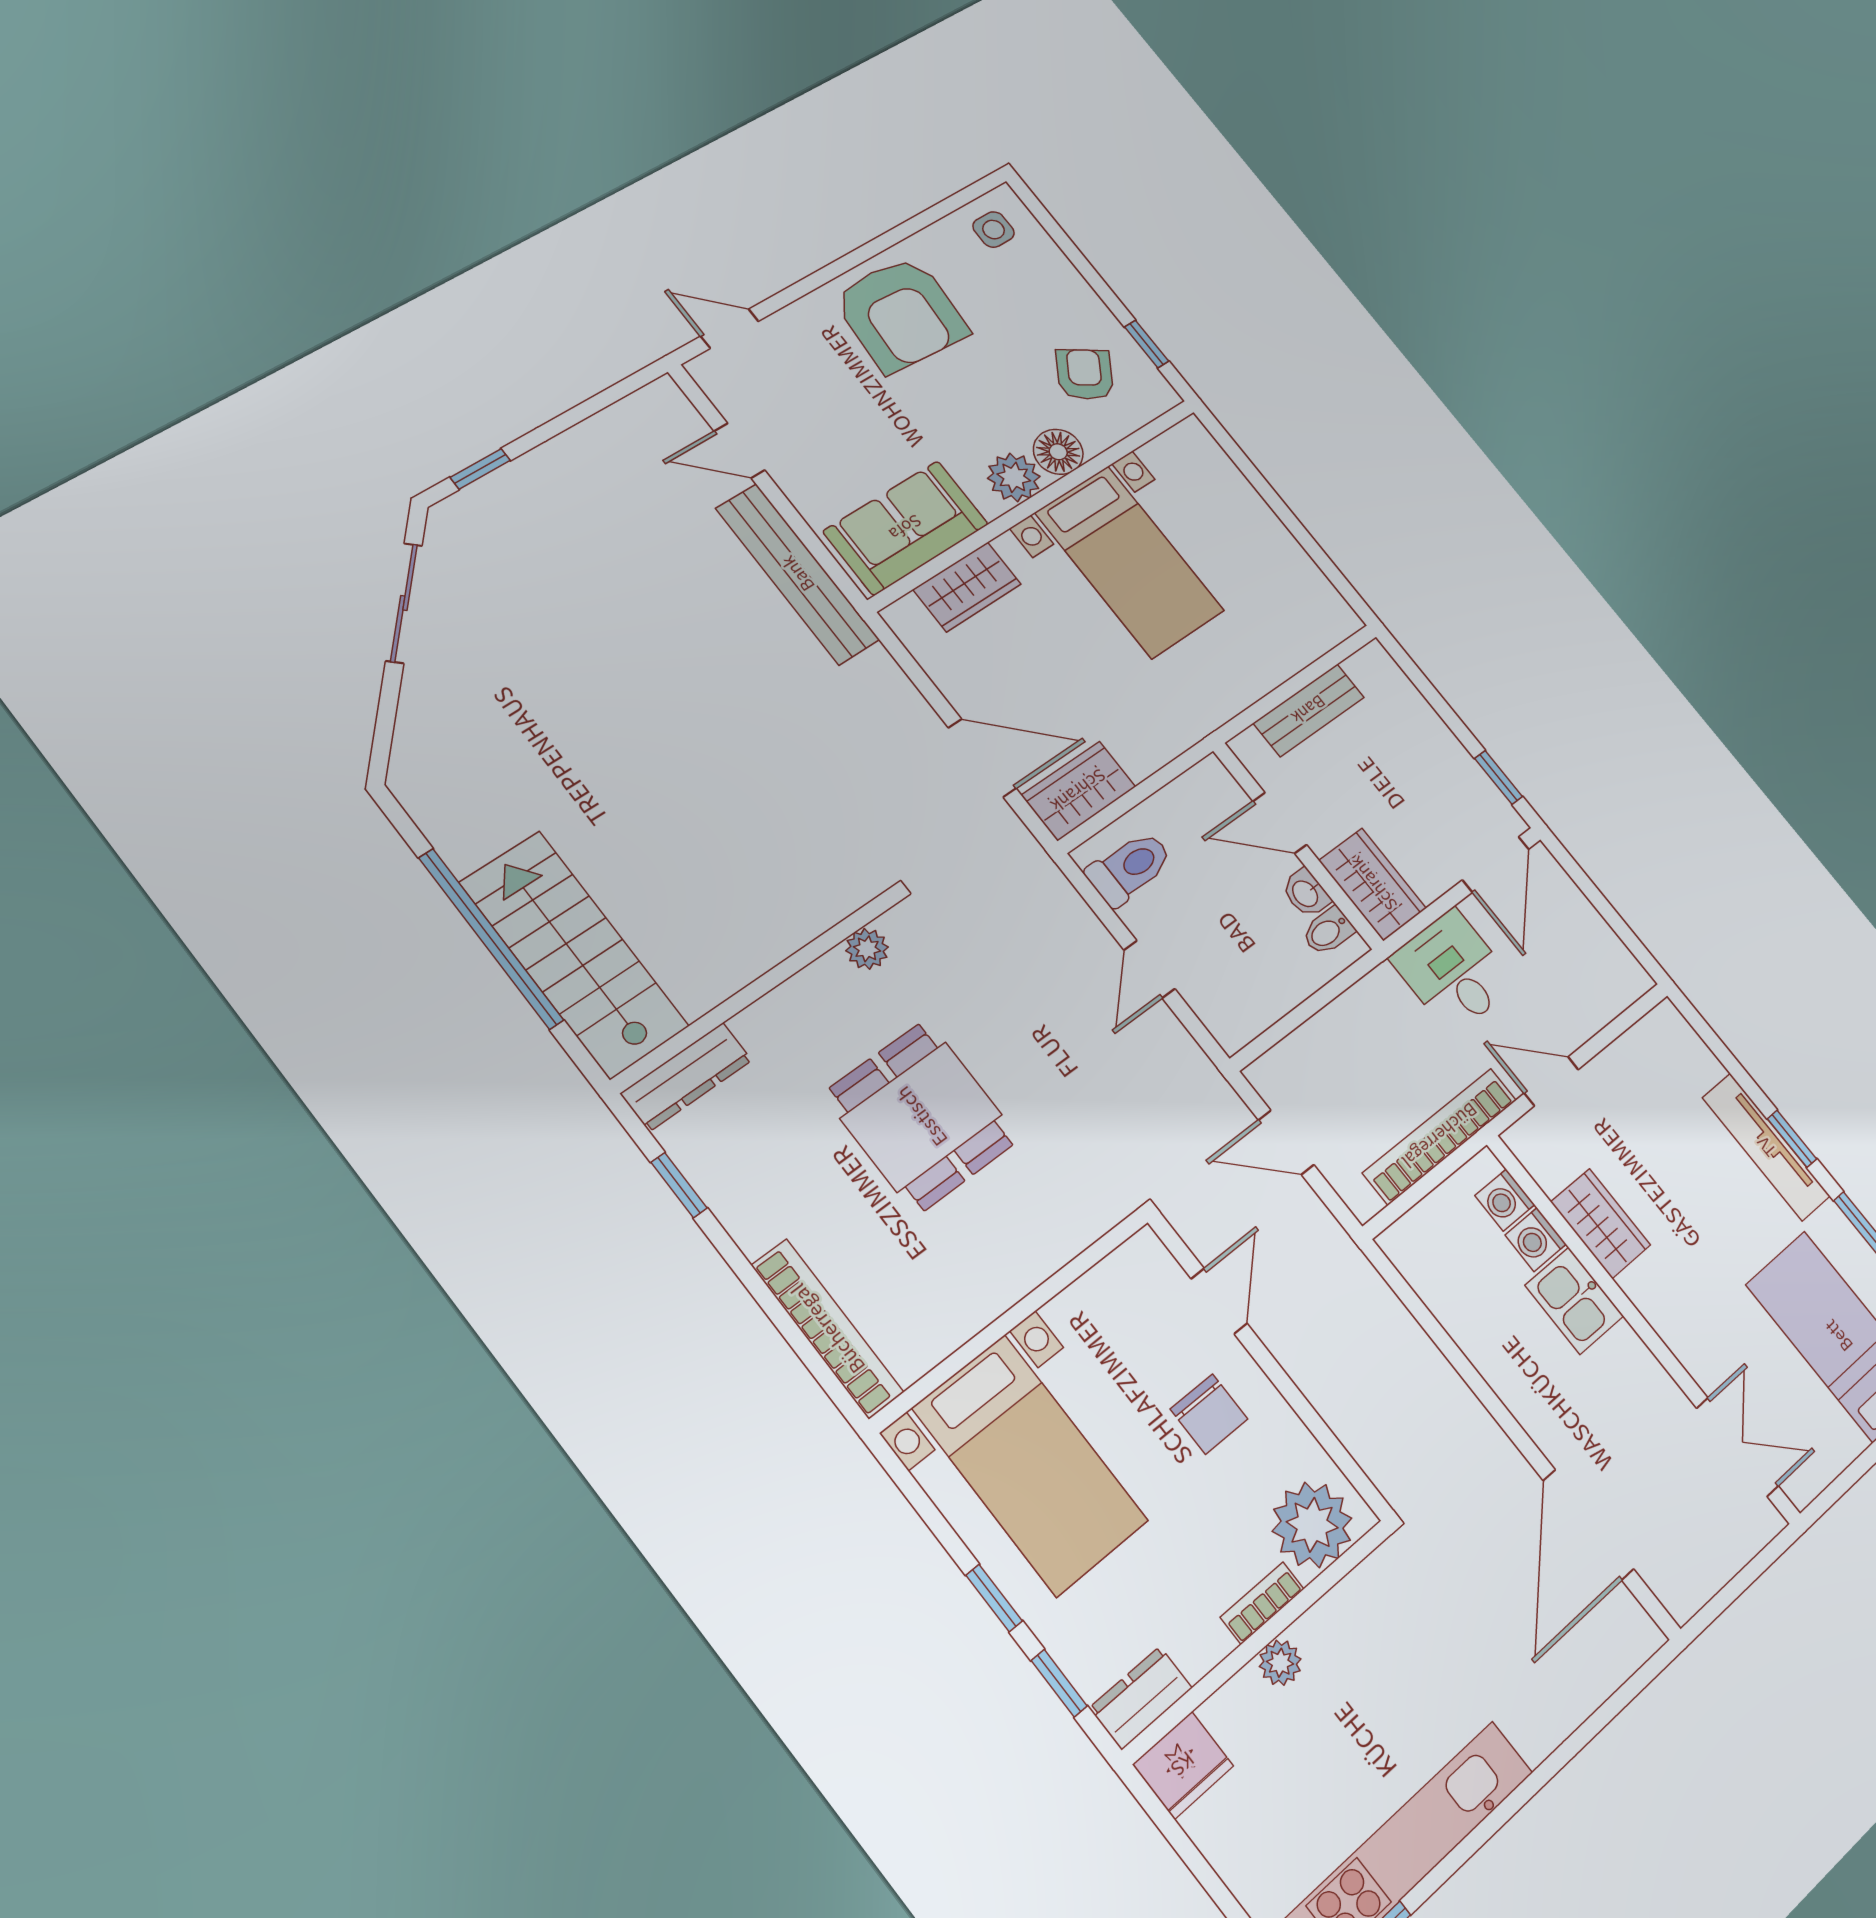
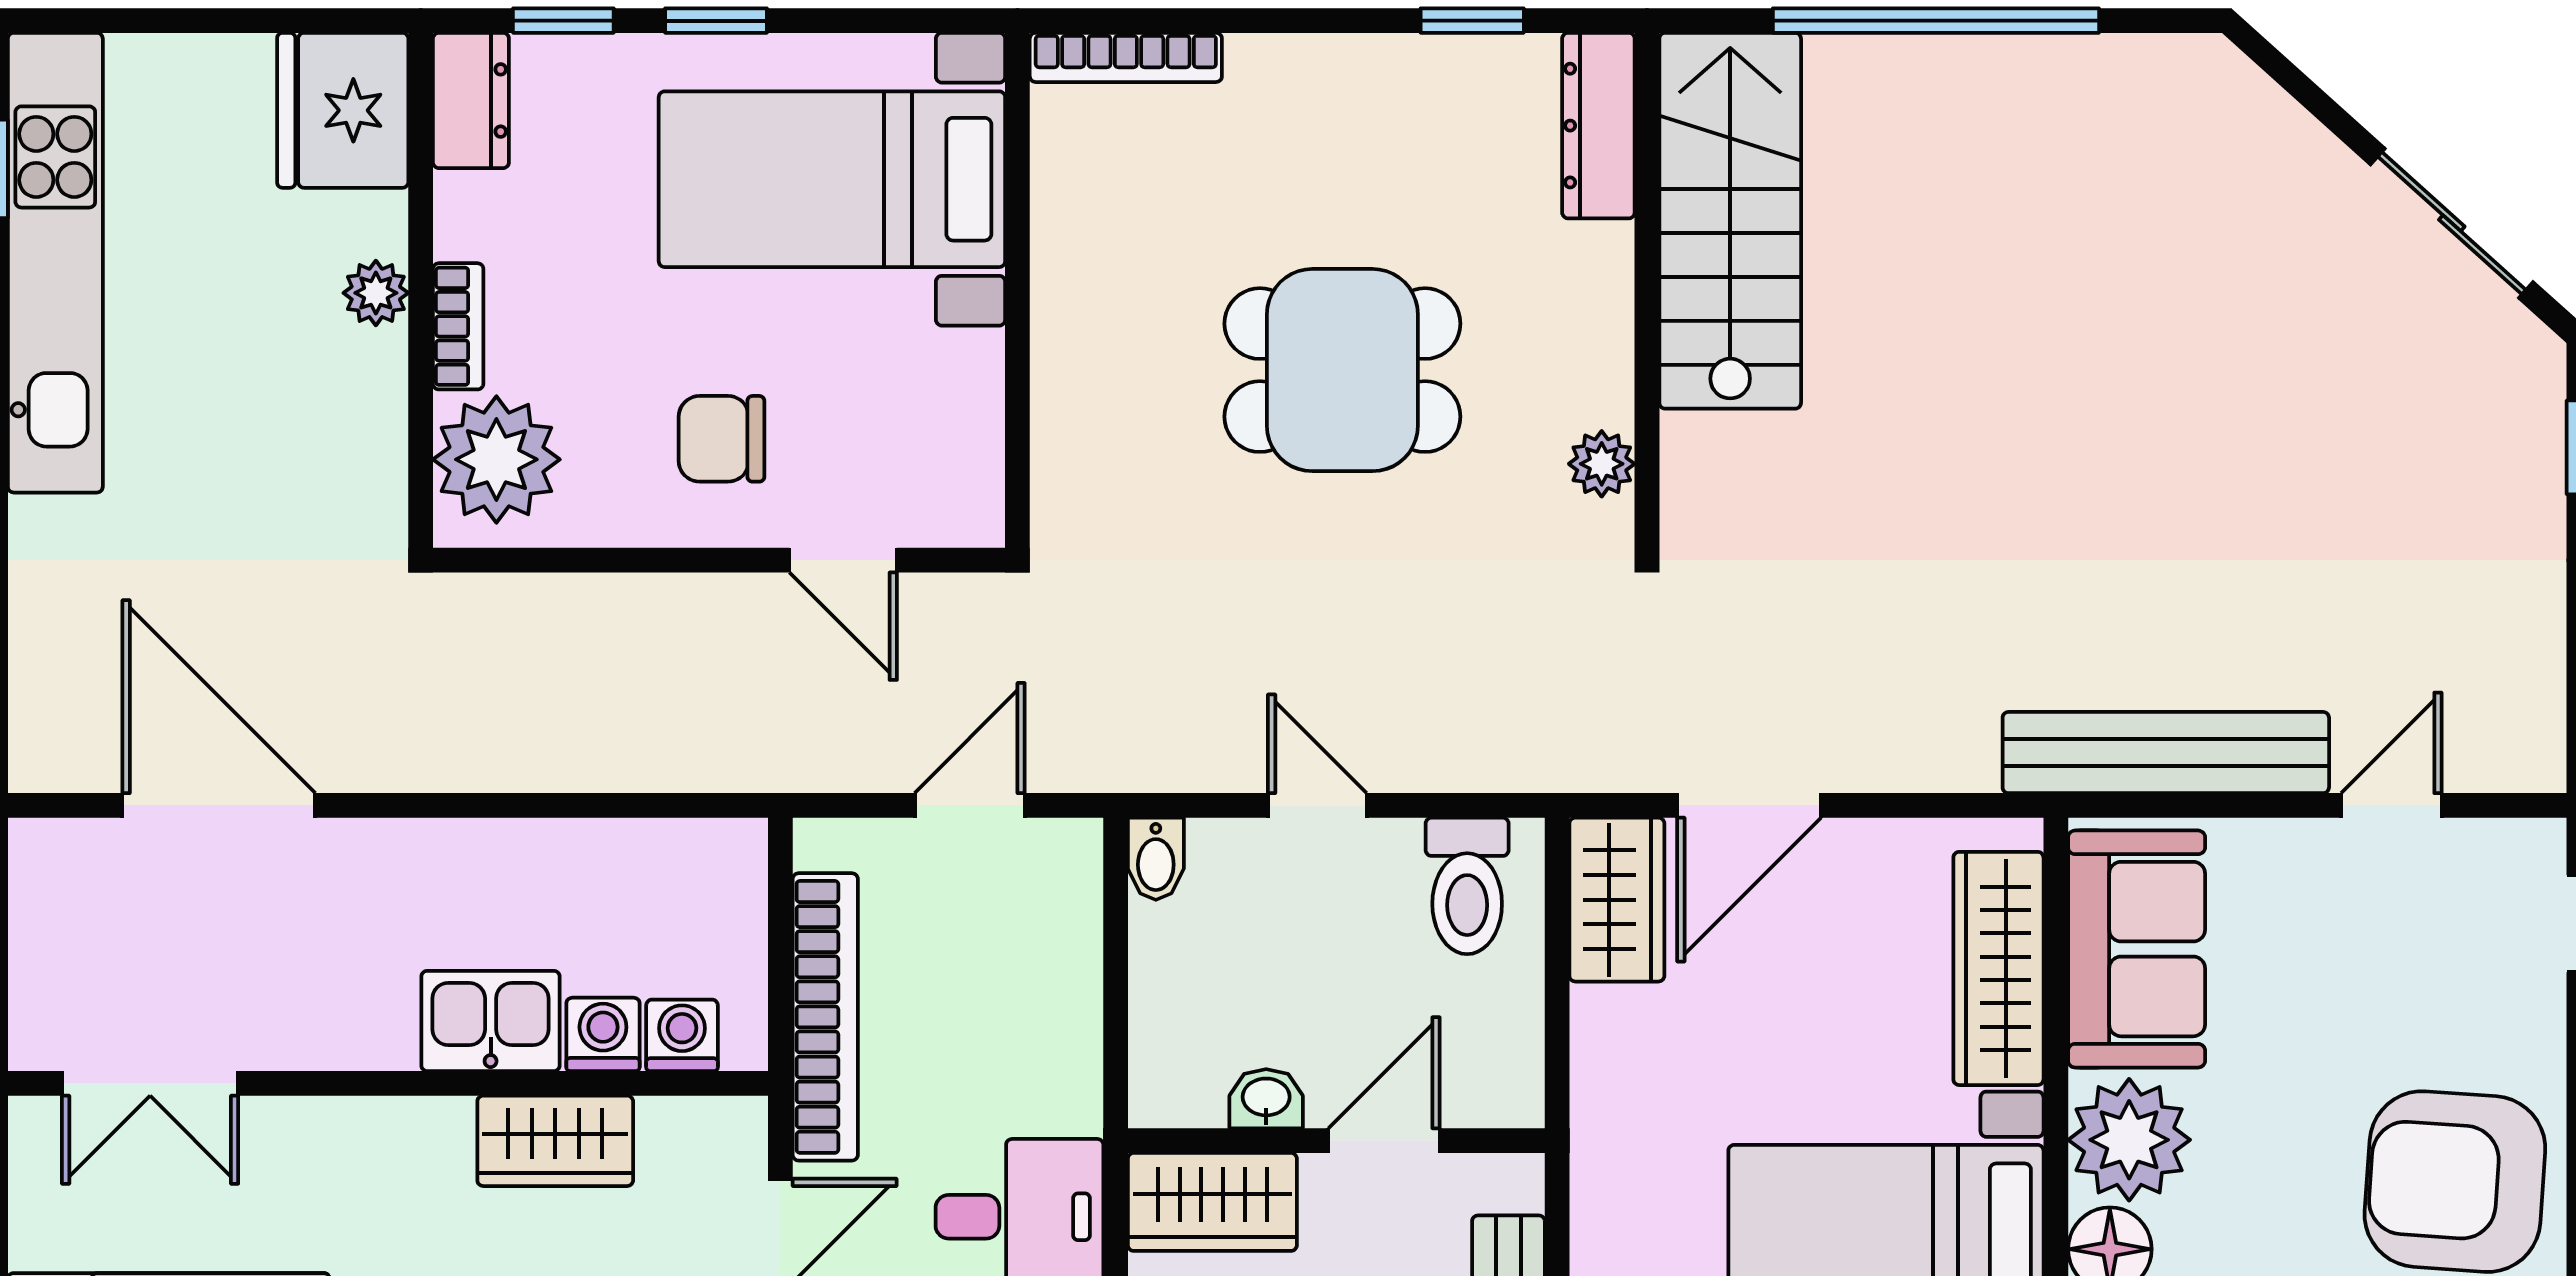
plant: (1014, 477) -> (2129, 1140), width x1.36, depth x1.36
wardrobe: (967, 587) -> (1998, 968), width x1.50
bidet: (1328, 931) -> (1156, 859), moved, turned 180
stairs: (574, 954) -> (1730, 221), moved, turned -90
bookcase: (827, 1329) -> (1126, 57), width x0.68, depth x0.76
fridge: (1183, 1765) -> (343, 110), width x1.36, depth x1.34

